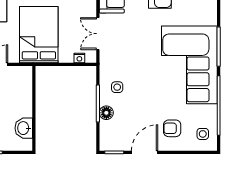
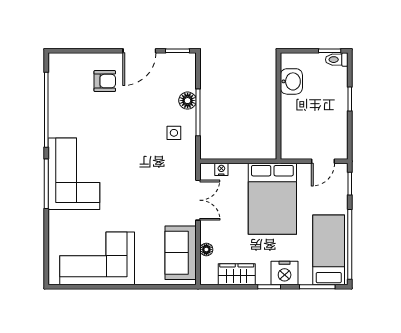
corner sofa: (189, 65) -> (74, 174), width x0.73, depth x0.74
side table: (203, 134) -> (66, 74), removed

